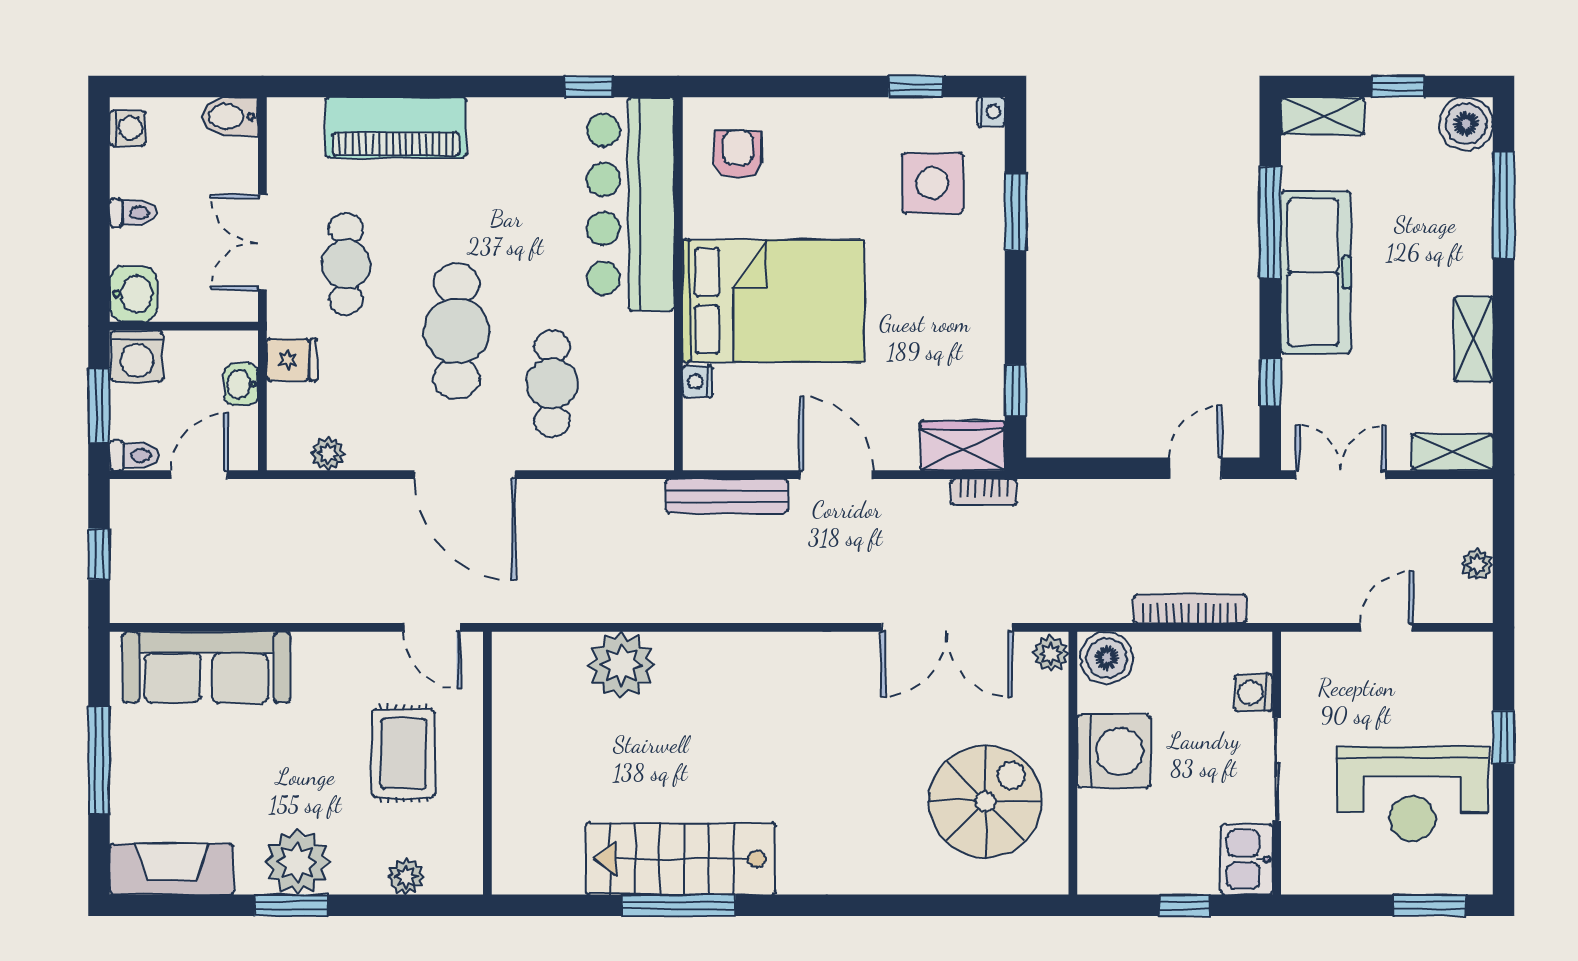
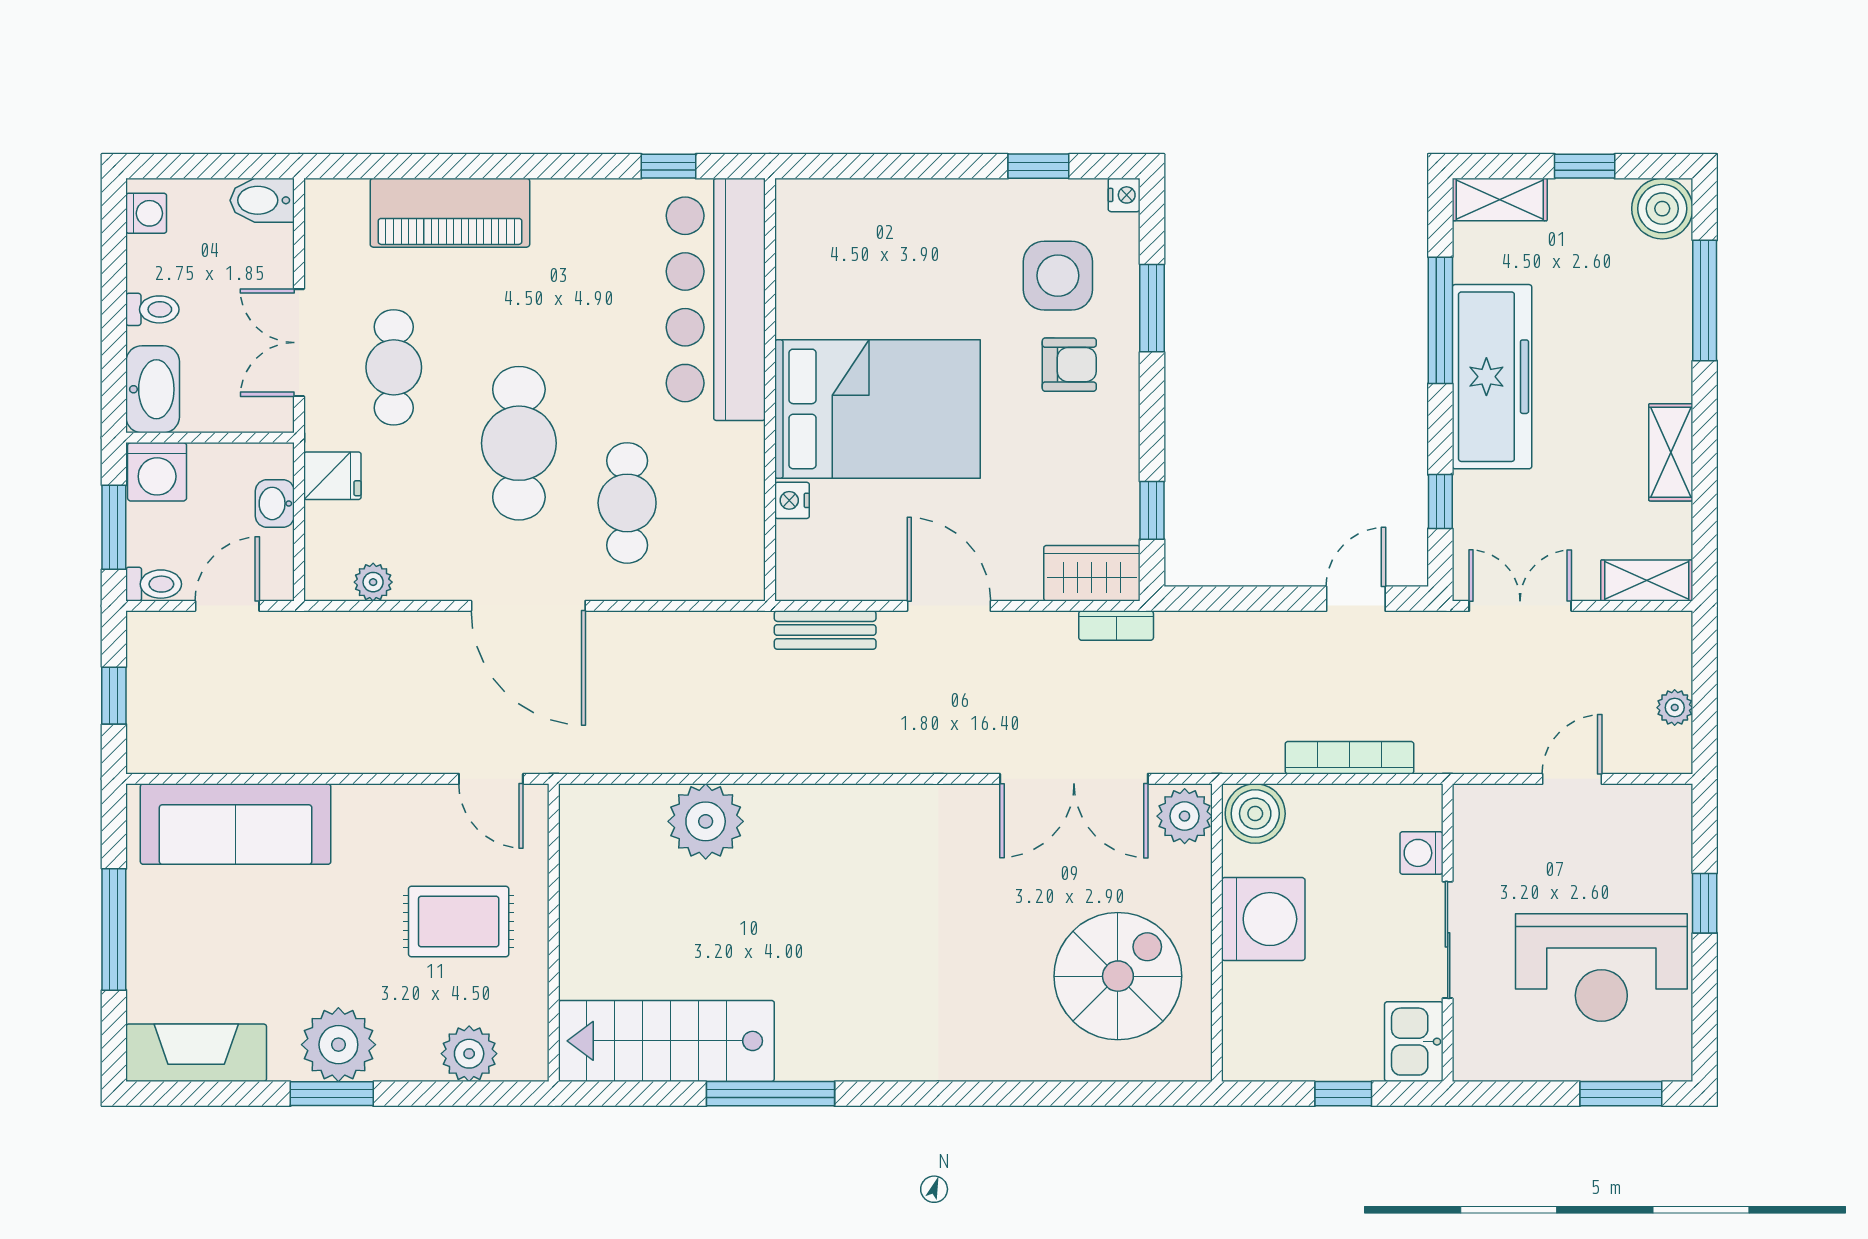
armchair: (738, 154) -> (1069, 365), moved, turned 90
washbasin: (133, 294) -> (153, 389), width x1.38
bench: (727, 496) -> (825, 630), width x0.73
plant: (1051, 654) -> (1185, 816), width x1.38, depth x1.38
rug: (403, 753) -> (459, 921), turned 90
stairs: (681, 859) -> (666, 1041), moved
plant: (406, 877) -> (469, 1054), width x1.38, depth x1.38

